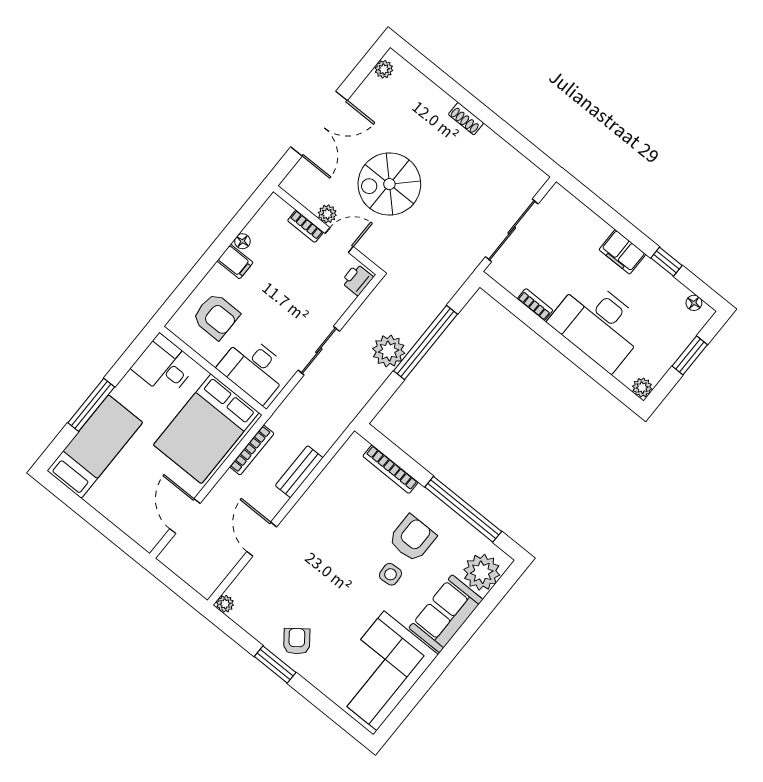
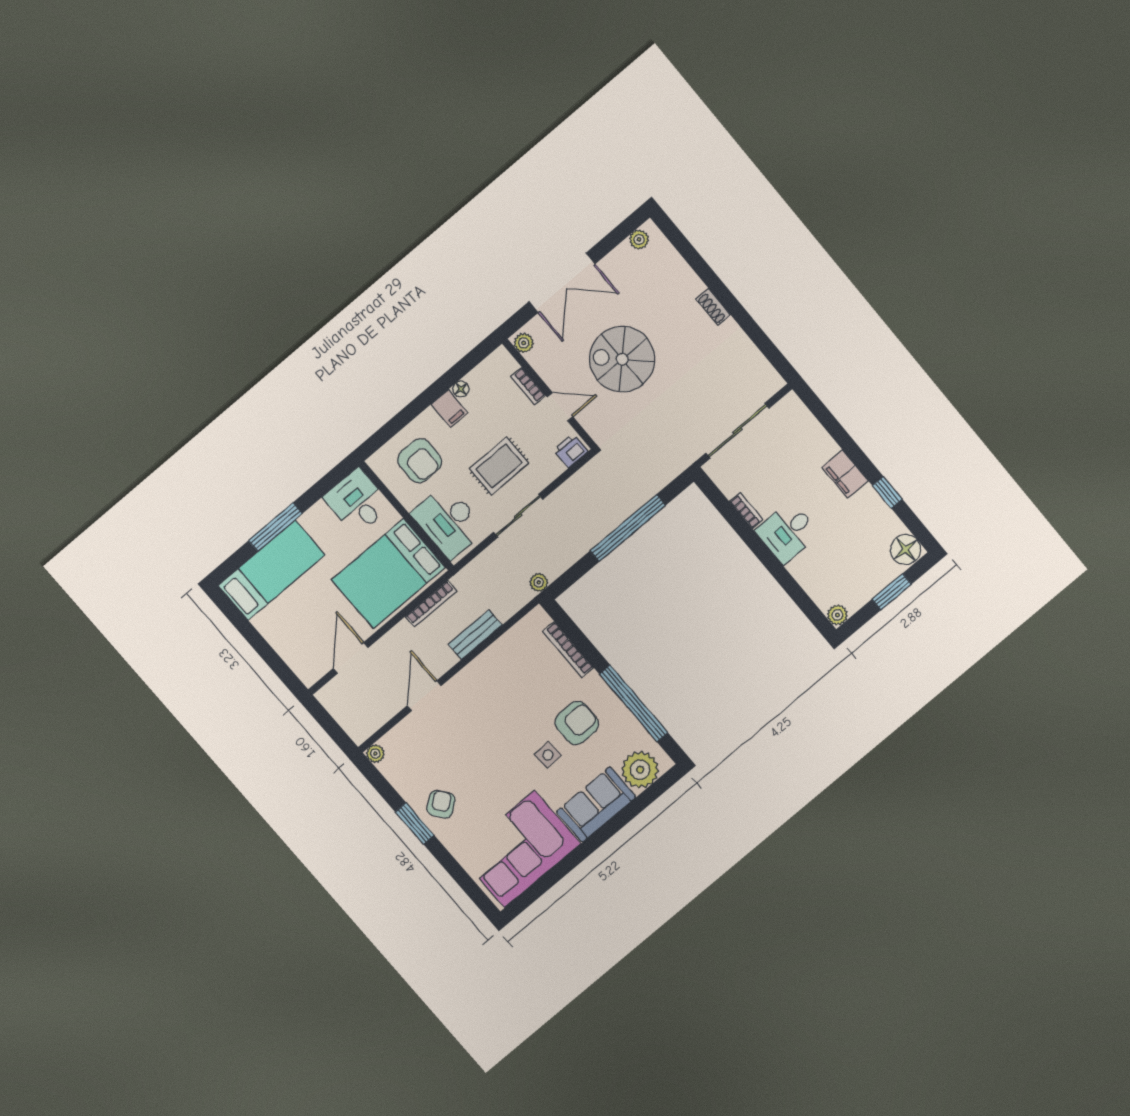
plant: (327, 214) -> (524, 343), moved
floor lamp: (694, 303) -> (906, 549), width x1.89, depth x1.89
rug: (292, 307) -> (499, 466), added
desk: (598, 324) -> (787, 532), width x0.53, depth x0.77
plant: (389, 351) -> (539, 582), moved, width x0.53, depth x0.53

